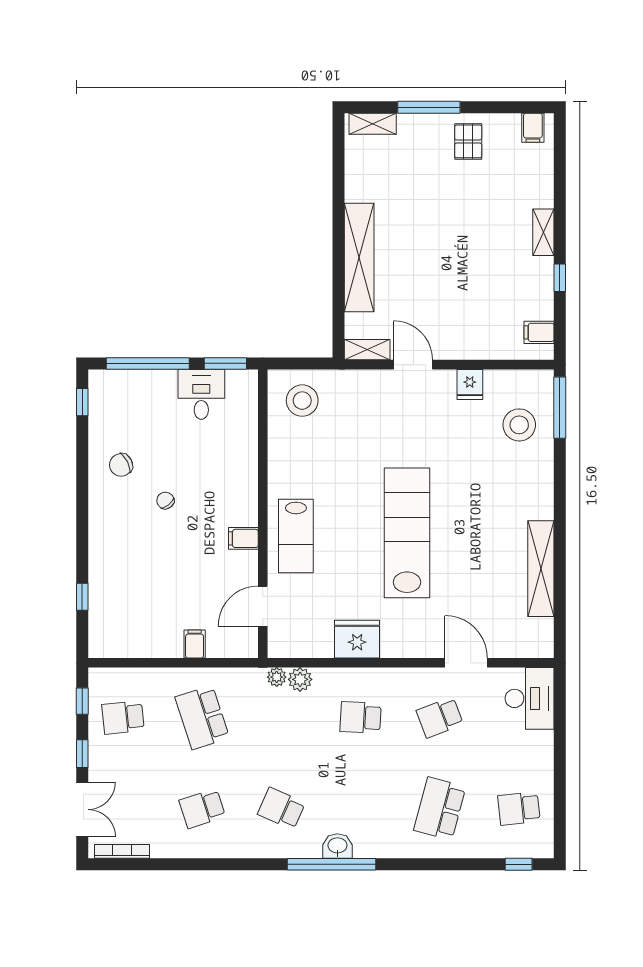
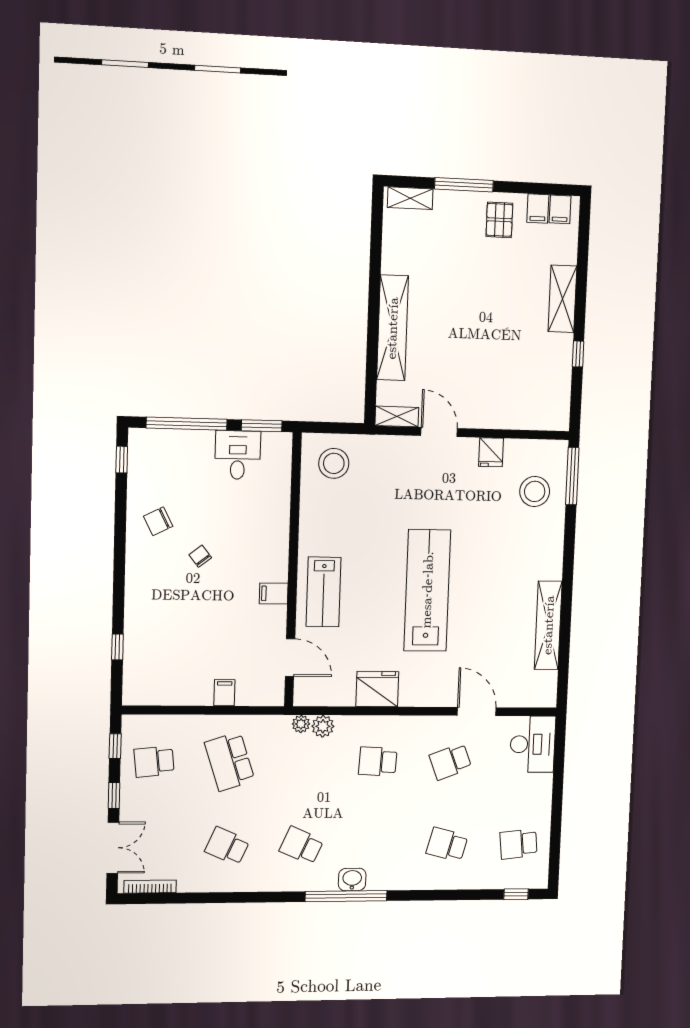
shelving: (543, 232) -> (562, 299), width x1.50, depth x1.33
filing cabinet: (539, 332) -> (538, 209), moved, turned -90
door: (263, 606) -> (290, 657), swing flipped
school desk: (202, 809) -> (227, 846), turned 42
school desk: (440, 809) -> (447, 845), width x0.54

